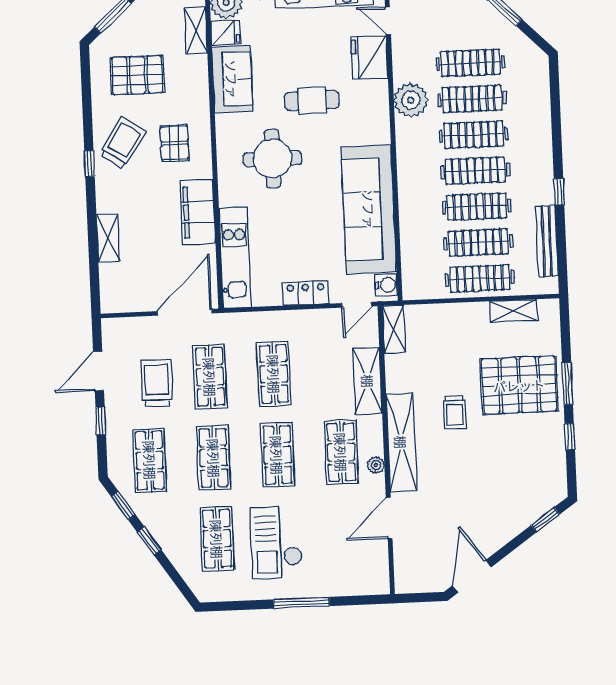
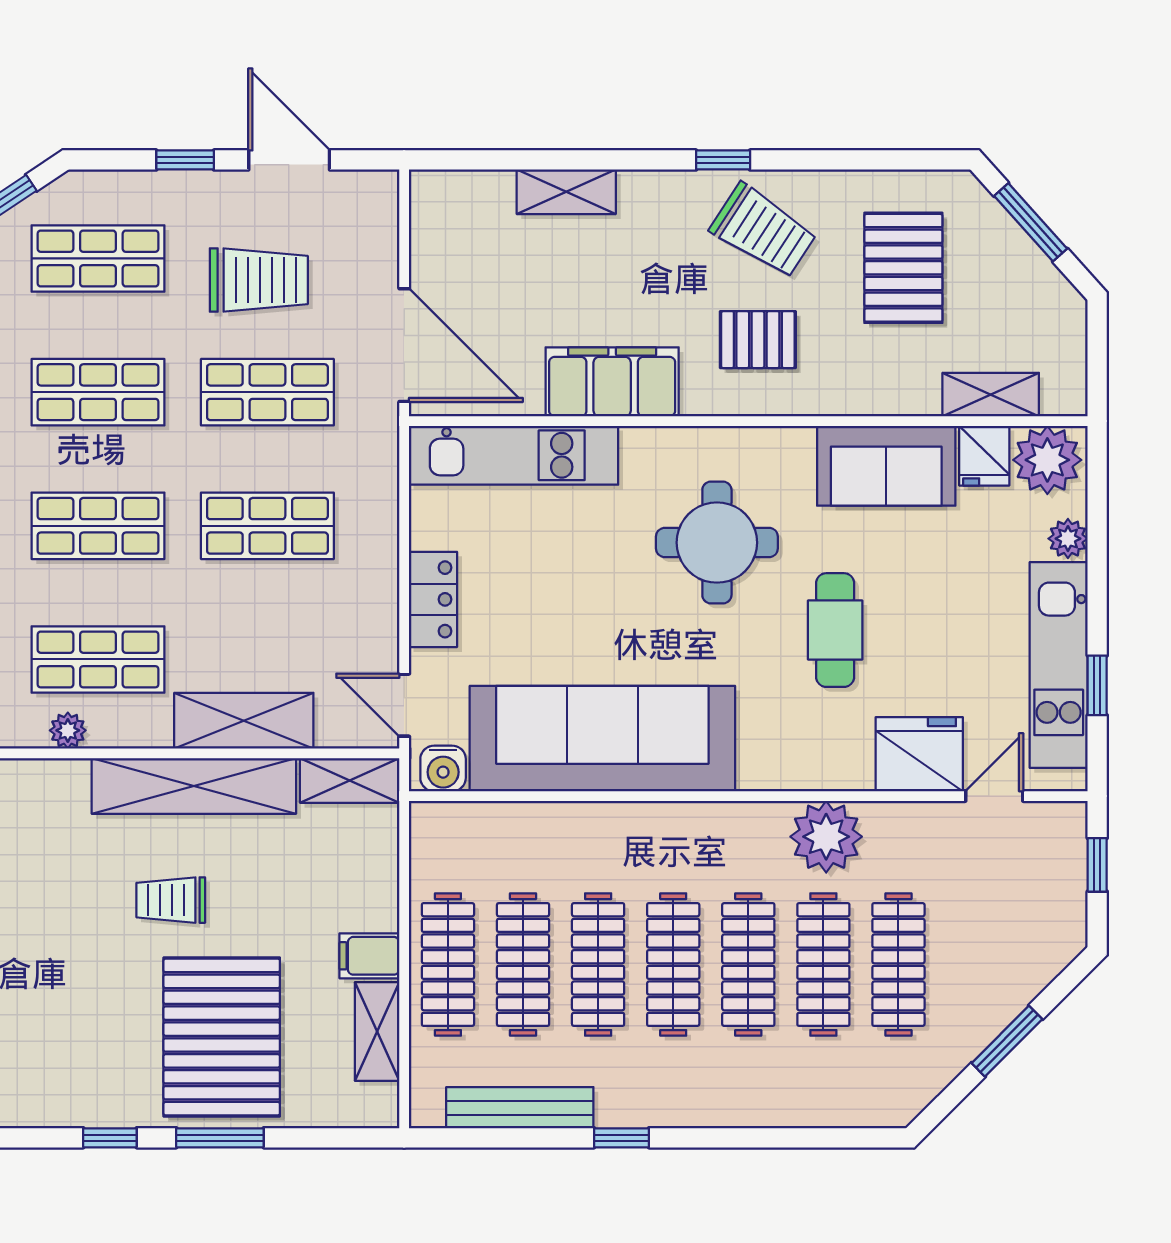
filing cabinet: (477, 316) -> (369, 956), added
shelving: (401, 442) -> (194, 786), moved

